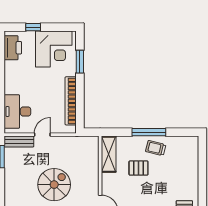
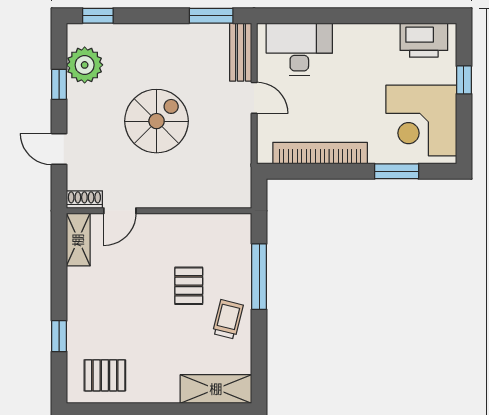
window: (149, 132) -> (259, 277), moved
shelving: (109, 154) -> (216, 389), moved
spiral stairs: (54, 185) -> (157, 121), turned -90

